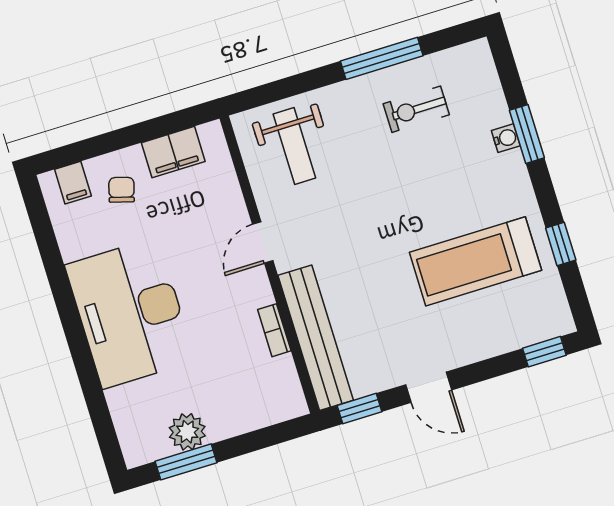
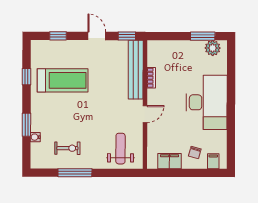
water cooler: (506, 138) -> (35, 137), moved
window: (544, 352) -> (58, 36), moved
plant: (187, 432) -> (213, 48), moved

